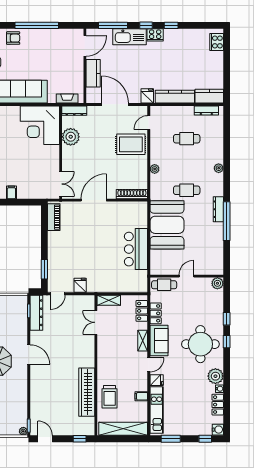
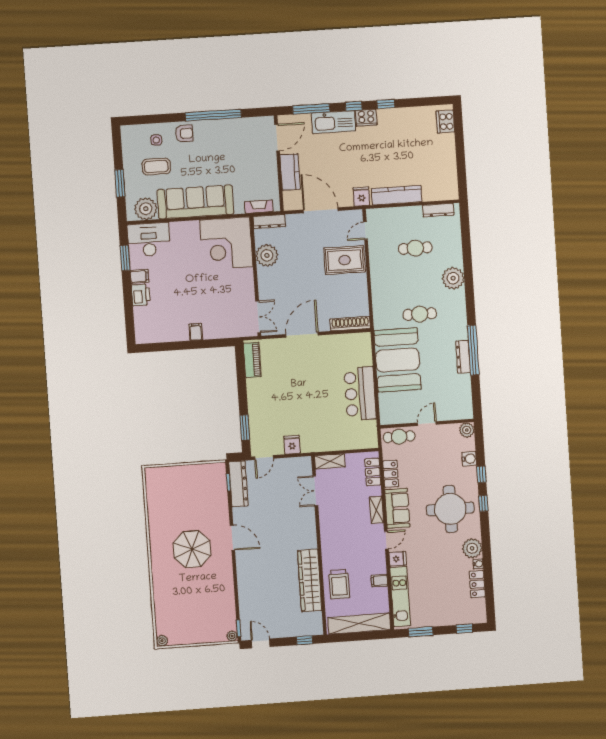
kitchen counter: (209, 96) -> (441, 192), removed
plant: (219, 168) -> (453, 278), width x1.88, depth x1.88
plant: (155, 169) -> (377, 290), removed
dresser: (218, 209) -> (463, 357), moved
water cooler: (218, 430) -> (469, 459), moved

